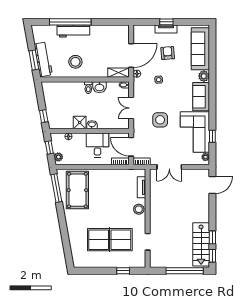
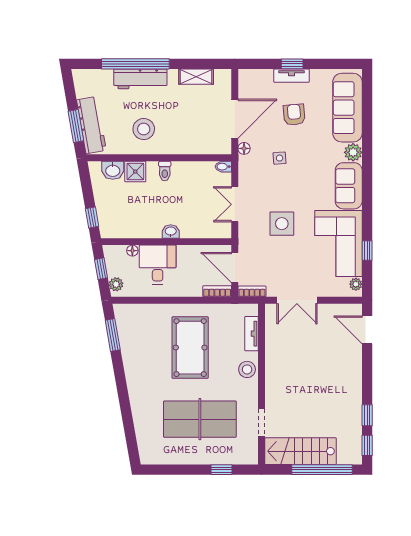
shelving: (119, 73) -> (196, 77), moved
washbasin: (99, 87) -> (113, 170), moved
shower: (80, 122) -> (135, 172), moved
desk: (97, 145) -> (158, 265), moved
door: (212, 185) -> (367, 330), swing flipped
window: (56, 188) -> (113, 335), width x0.69
pool table: (77, 190) -> (190, 348), moved
stairs: (201, 244) -> (300, 451), moved, turned 90

